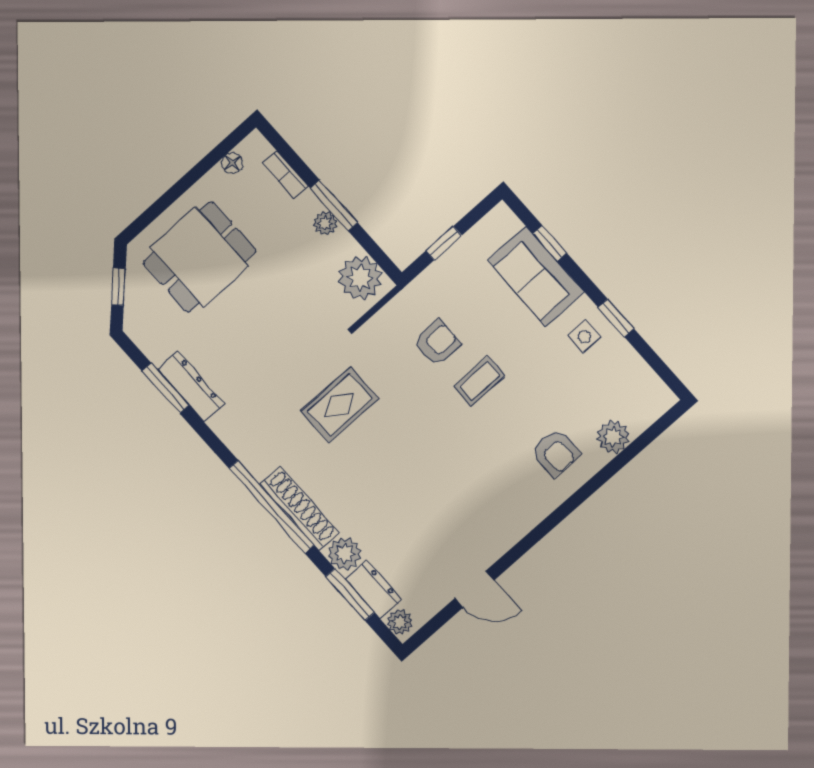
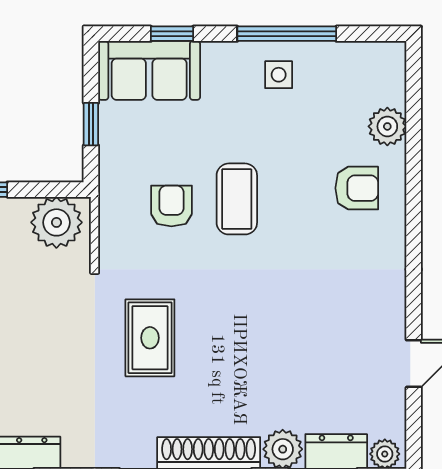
sofa: (536, 276) -> (149, 70), moved
window: (616, 318) -> (287, 34), width x2.17
coffee table: (479, 381) -> (237, 199), width x1.36, depth x1.30

